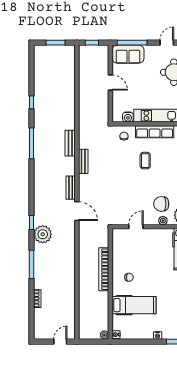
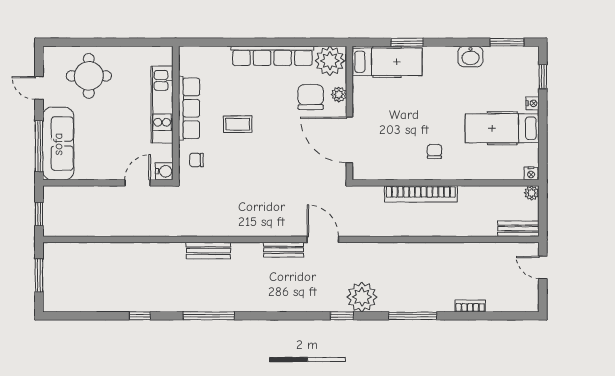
sofa: (128, 54) -> (58, 144), width x1.36
door: (110, 83) -> (138, 183), moved
water cooler: (128, 117) -> (164, 171), moved
bench: (83, 161) -> (518, 229), moved
chair: (161, 204) -> (311, 97), turned 180
door: (77, 211) -> (323, 239), hinge flipped
door: (136, 227) -> (349, 140), width x1.88
hospital bed: (134, 305) -> (502, 128), moved, turned -90

